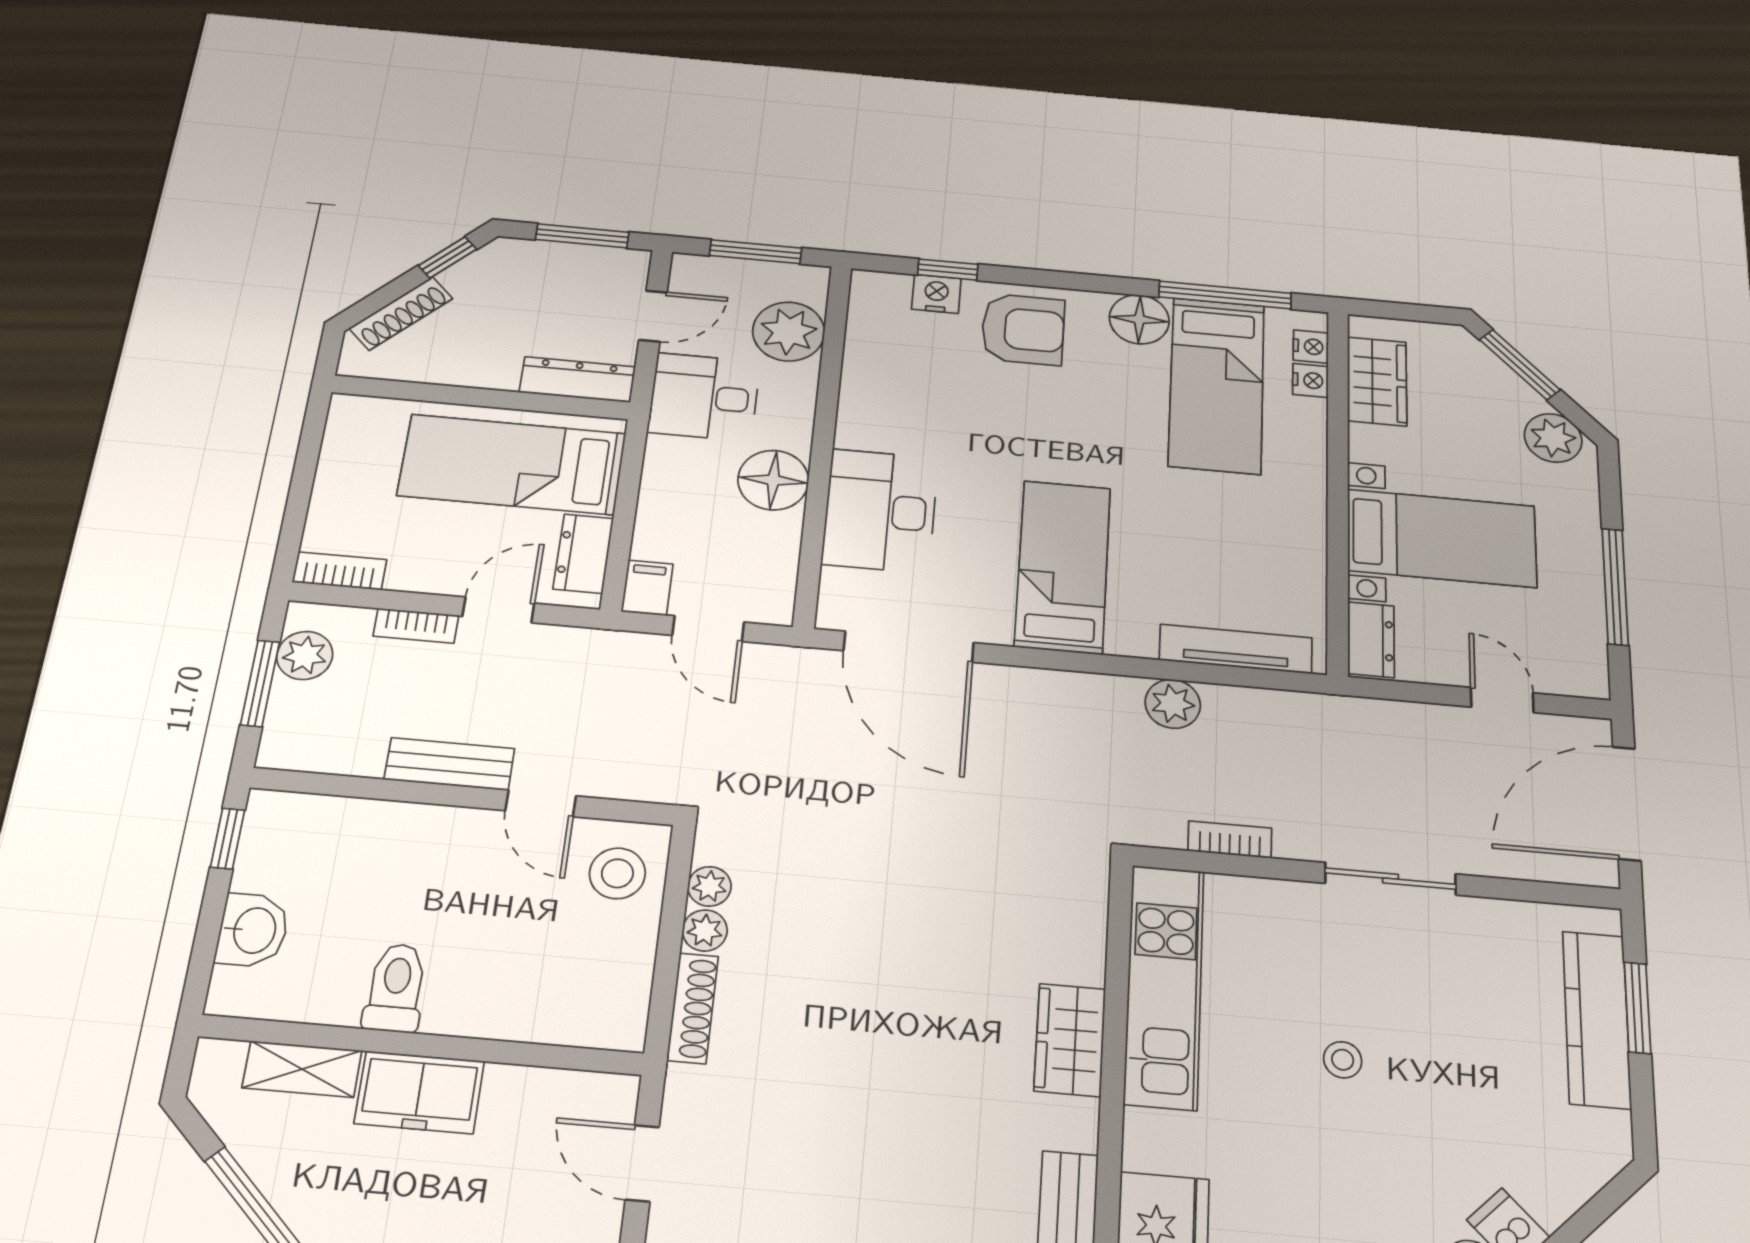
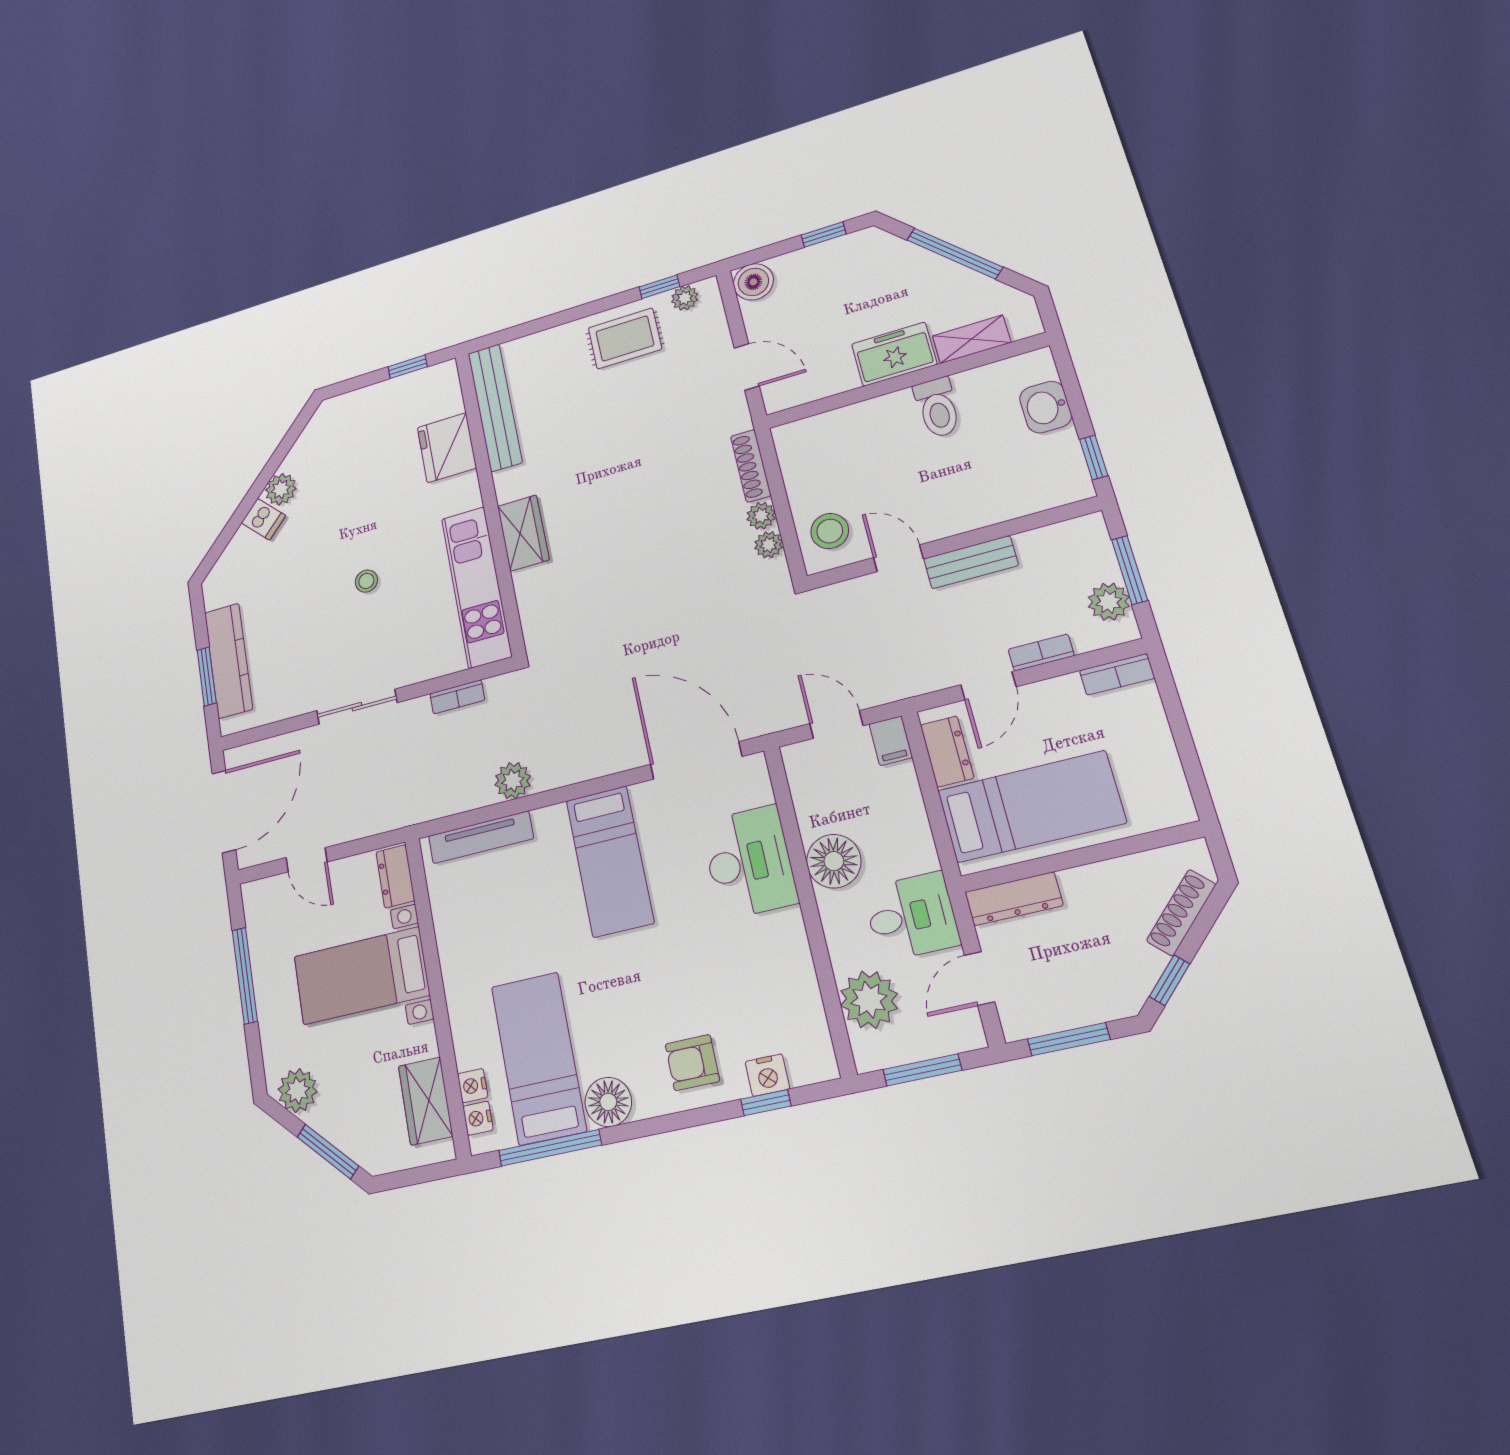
armchair: (1023, 329) -> (692, 1063), width x0.72, depth x0.72

